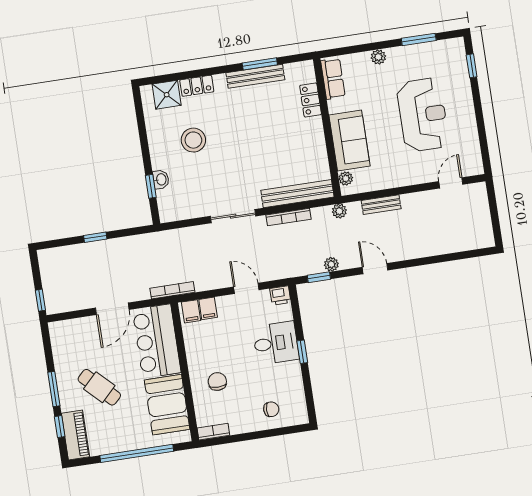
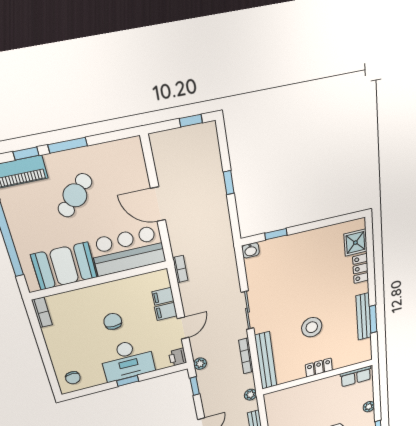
locker: (311, 100) -> (319, 368), moved
stool: (193, 140) -> (312, 327), moved
sofa: (350, 141) -> (307, 395), removed
plant: (346, 178) -> (277, 396), removed
washbasin: (161, 179) -> (251, 250), moved
plant: (331, 264) -> (200, 364), moved
bookcase: (172, 290) -> (180, 269), width x0.64
window: (40, 300) -> (191, 121), moved
filing cabinet: (191, 311) -> (166, 311), moved
desk: (276, 343) -> (127, 360), width x1.37
chair: (217, 381) -> (113, 321), moved, turned -90
chair: (271, 409) -> (73, 378), moved

